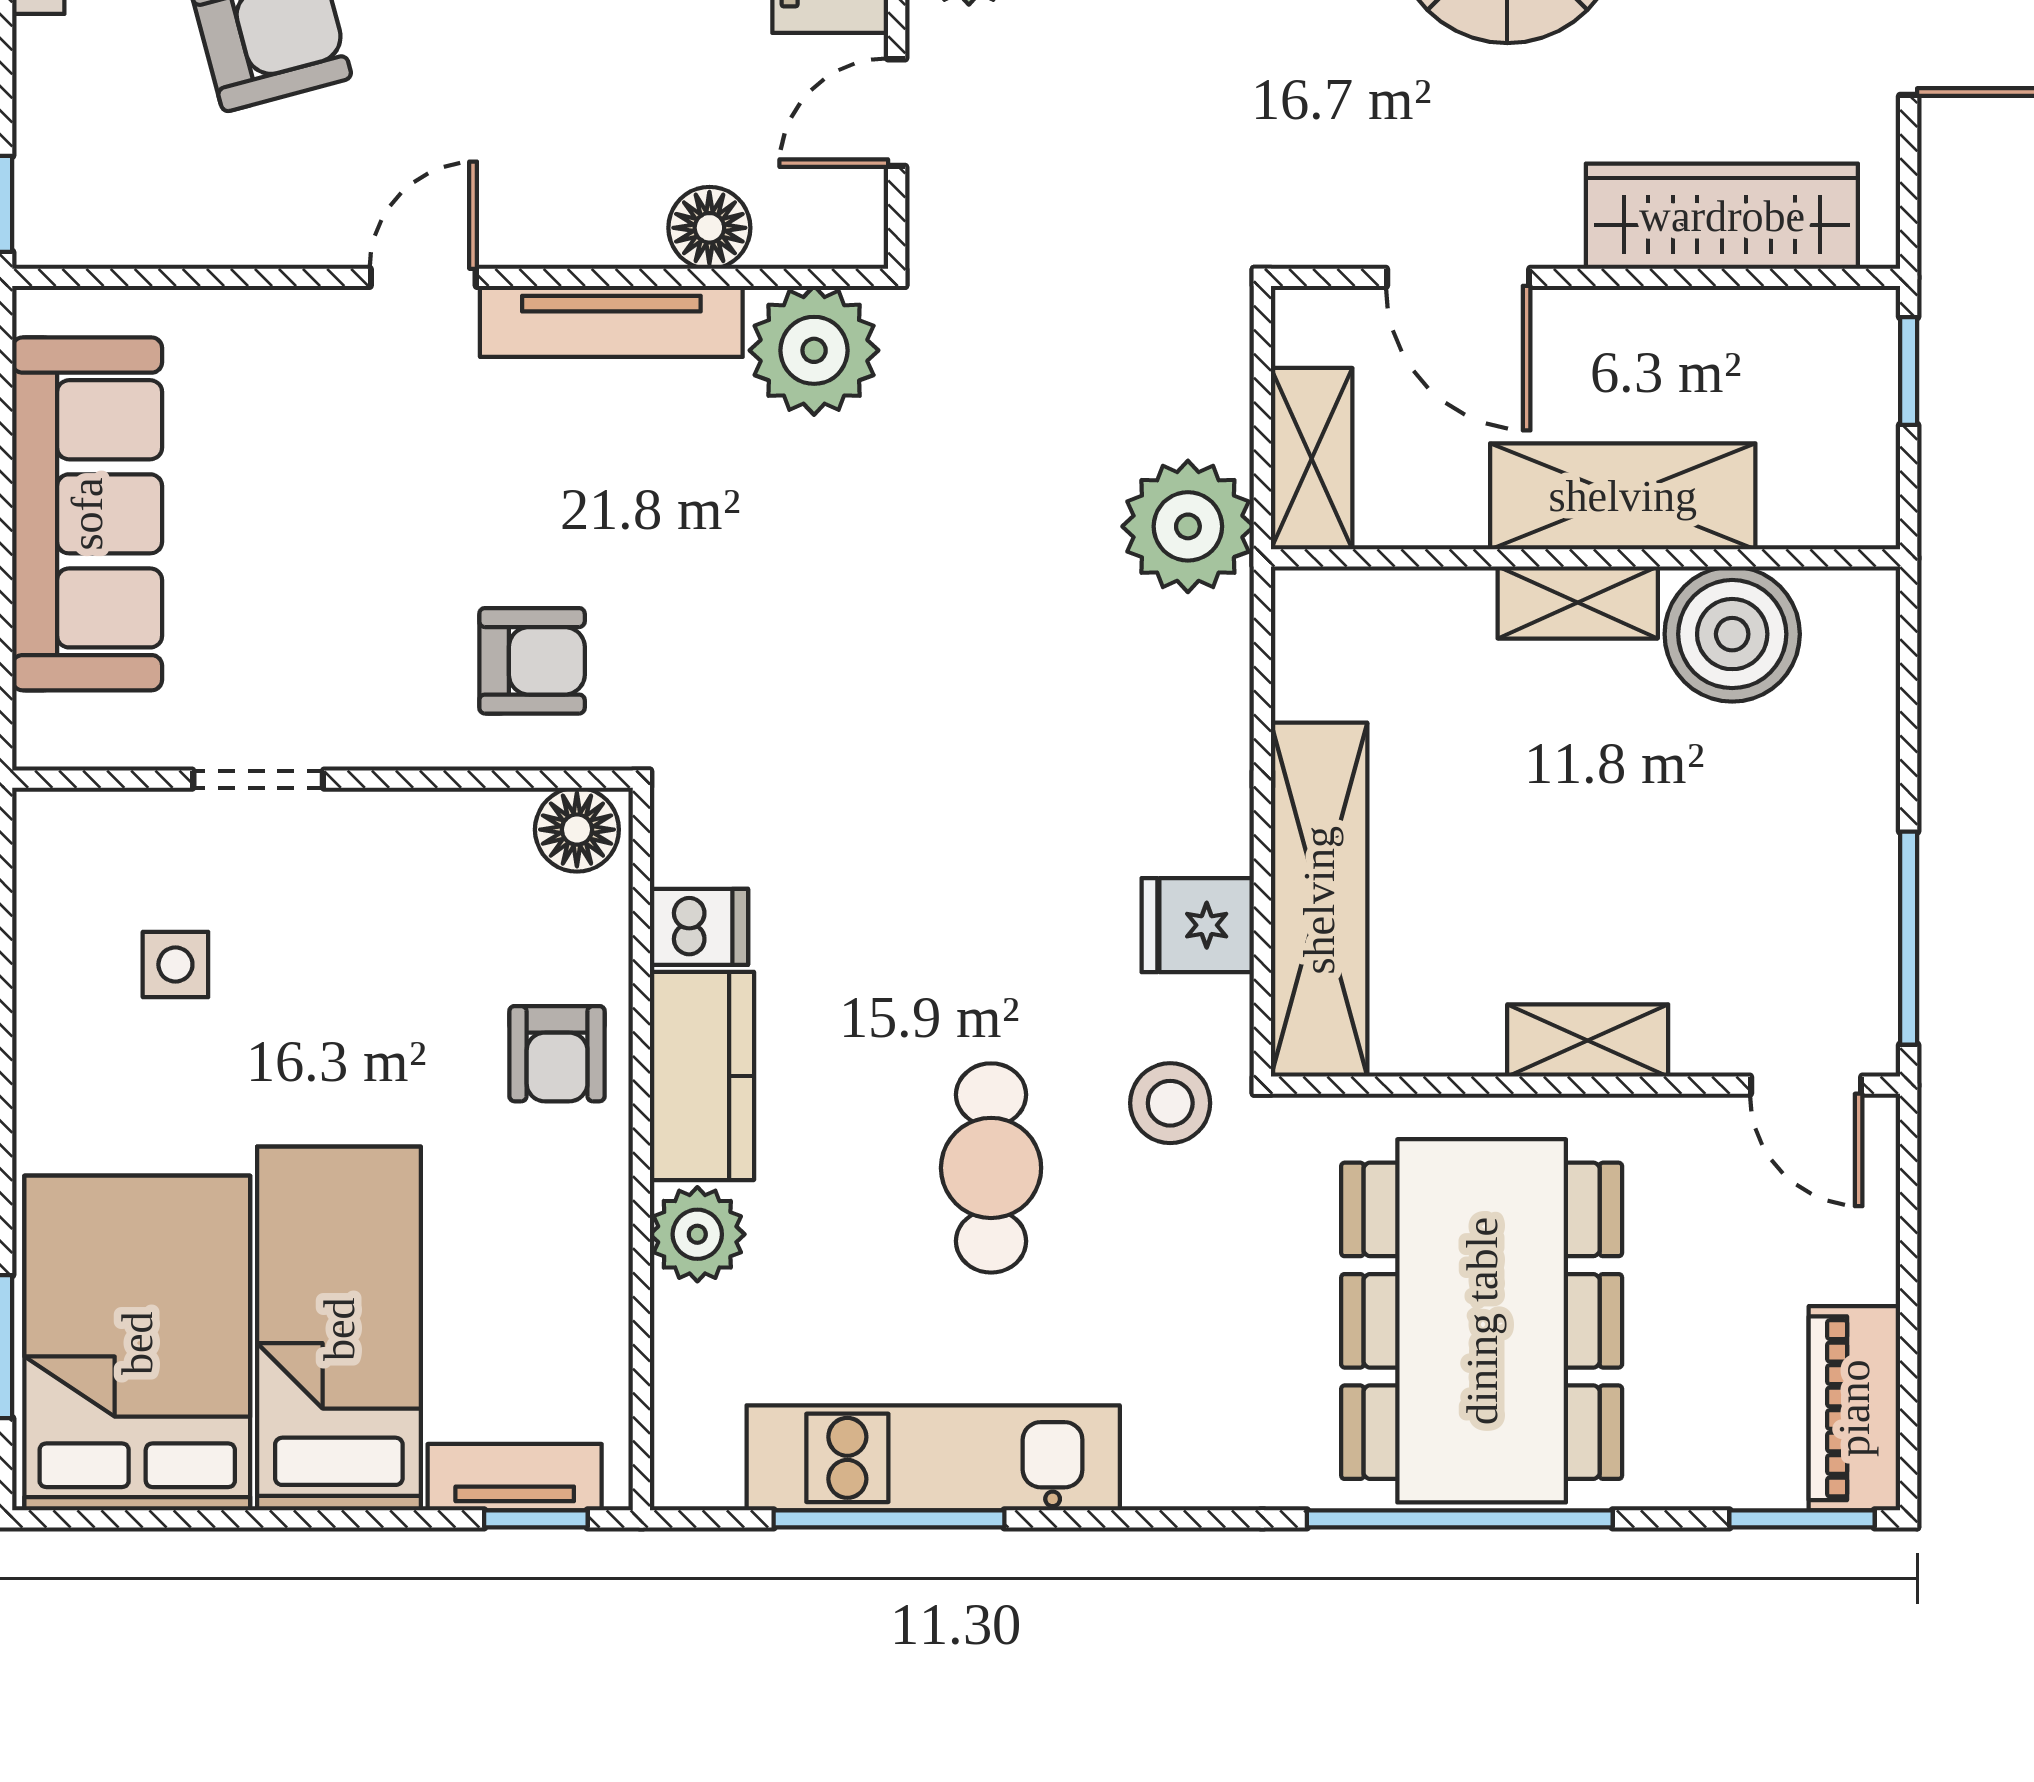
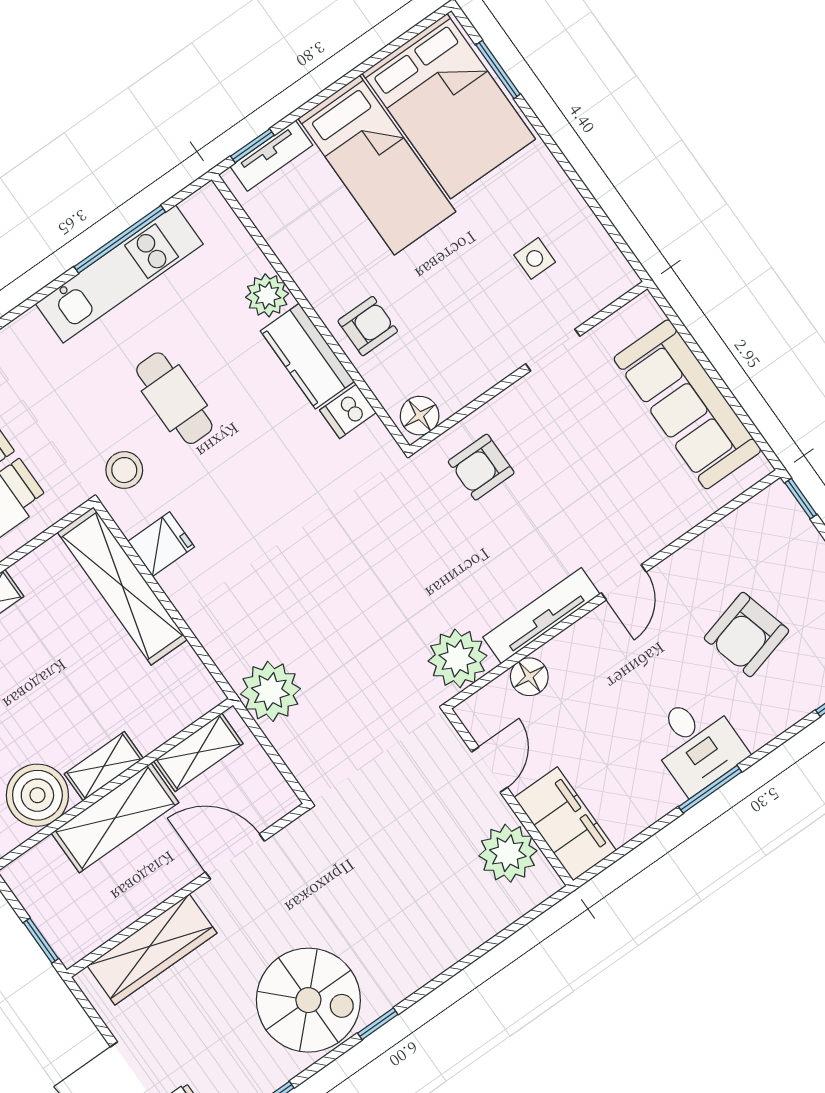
shelving: (1312, 459) -> (198, 752), moved, turned 90
armchair: (557, 1054) -> (368, 326), turned 90

